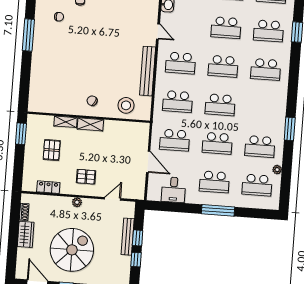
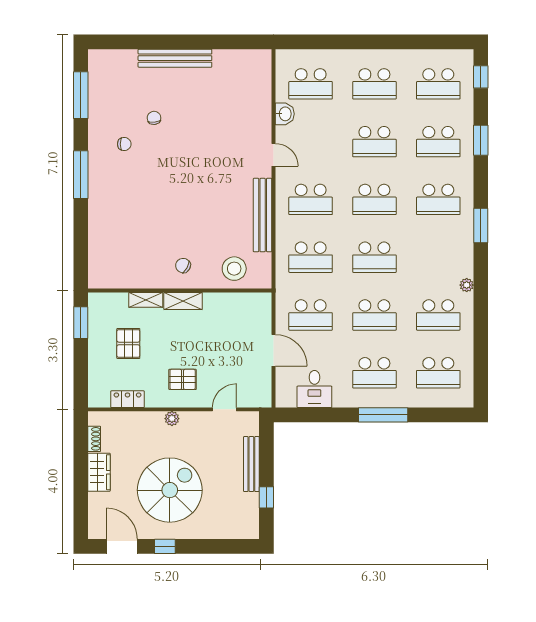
window: (290, 129) -> (481, 225), moved
plant: (277, 170) -> (467, 285), moved
window: (138, 238) -> (266, 465), removed

